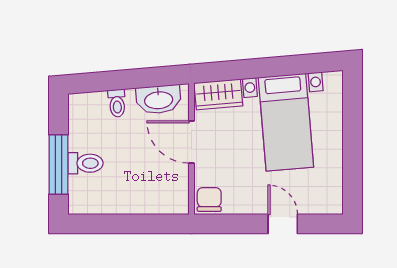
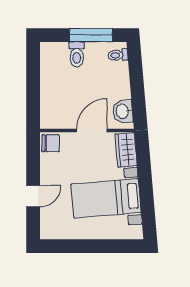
washbasin: (159, 99) -> (123, 111), width x0.72
toilet: (117, 103) -> (118, 55), moved
window: (59, 165) -> (91, 35), moved

